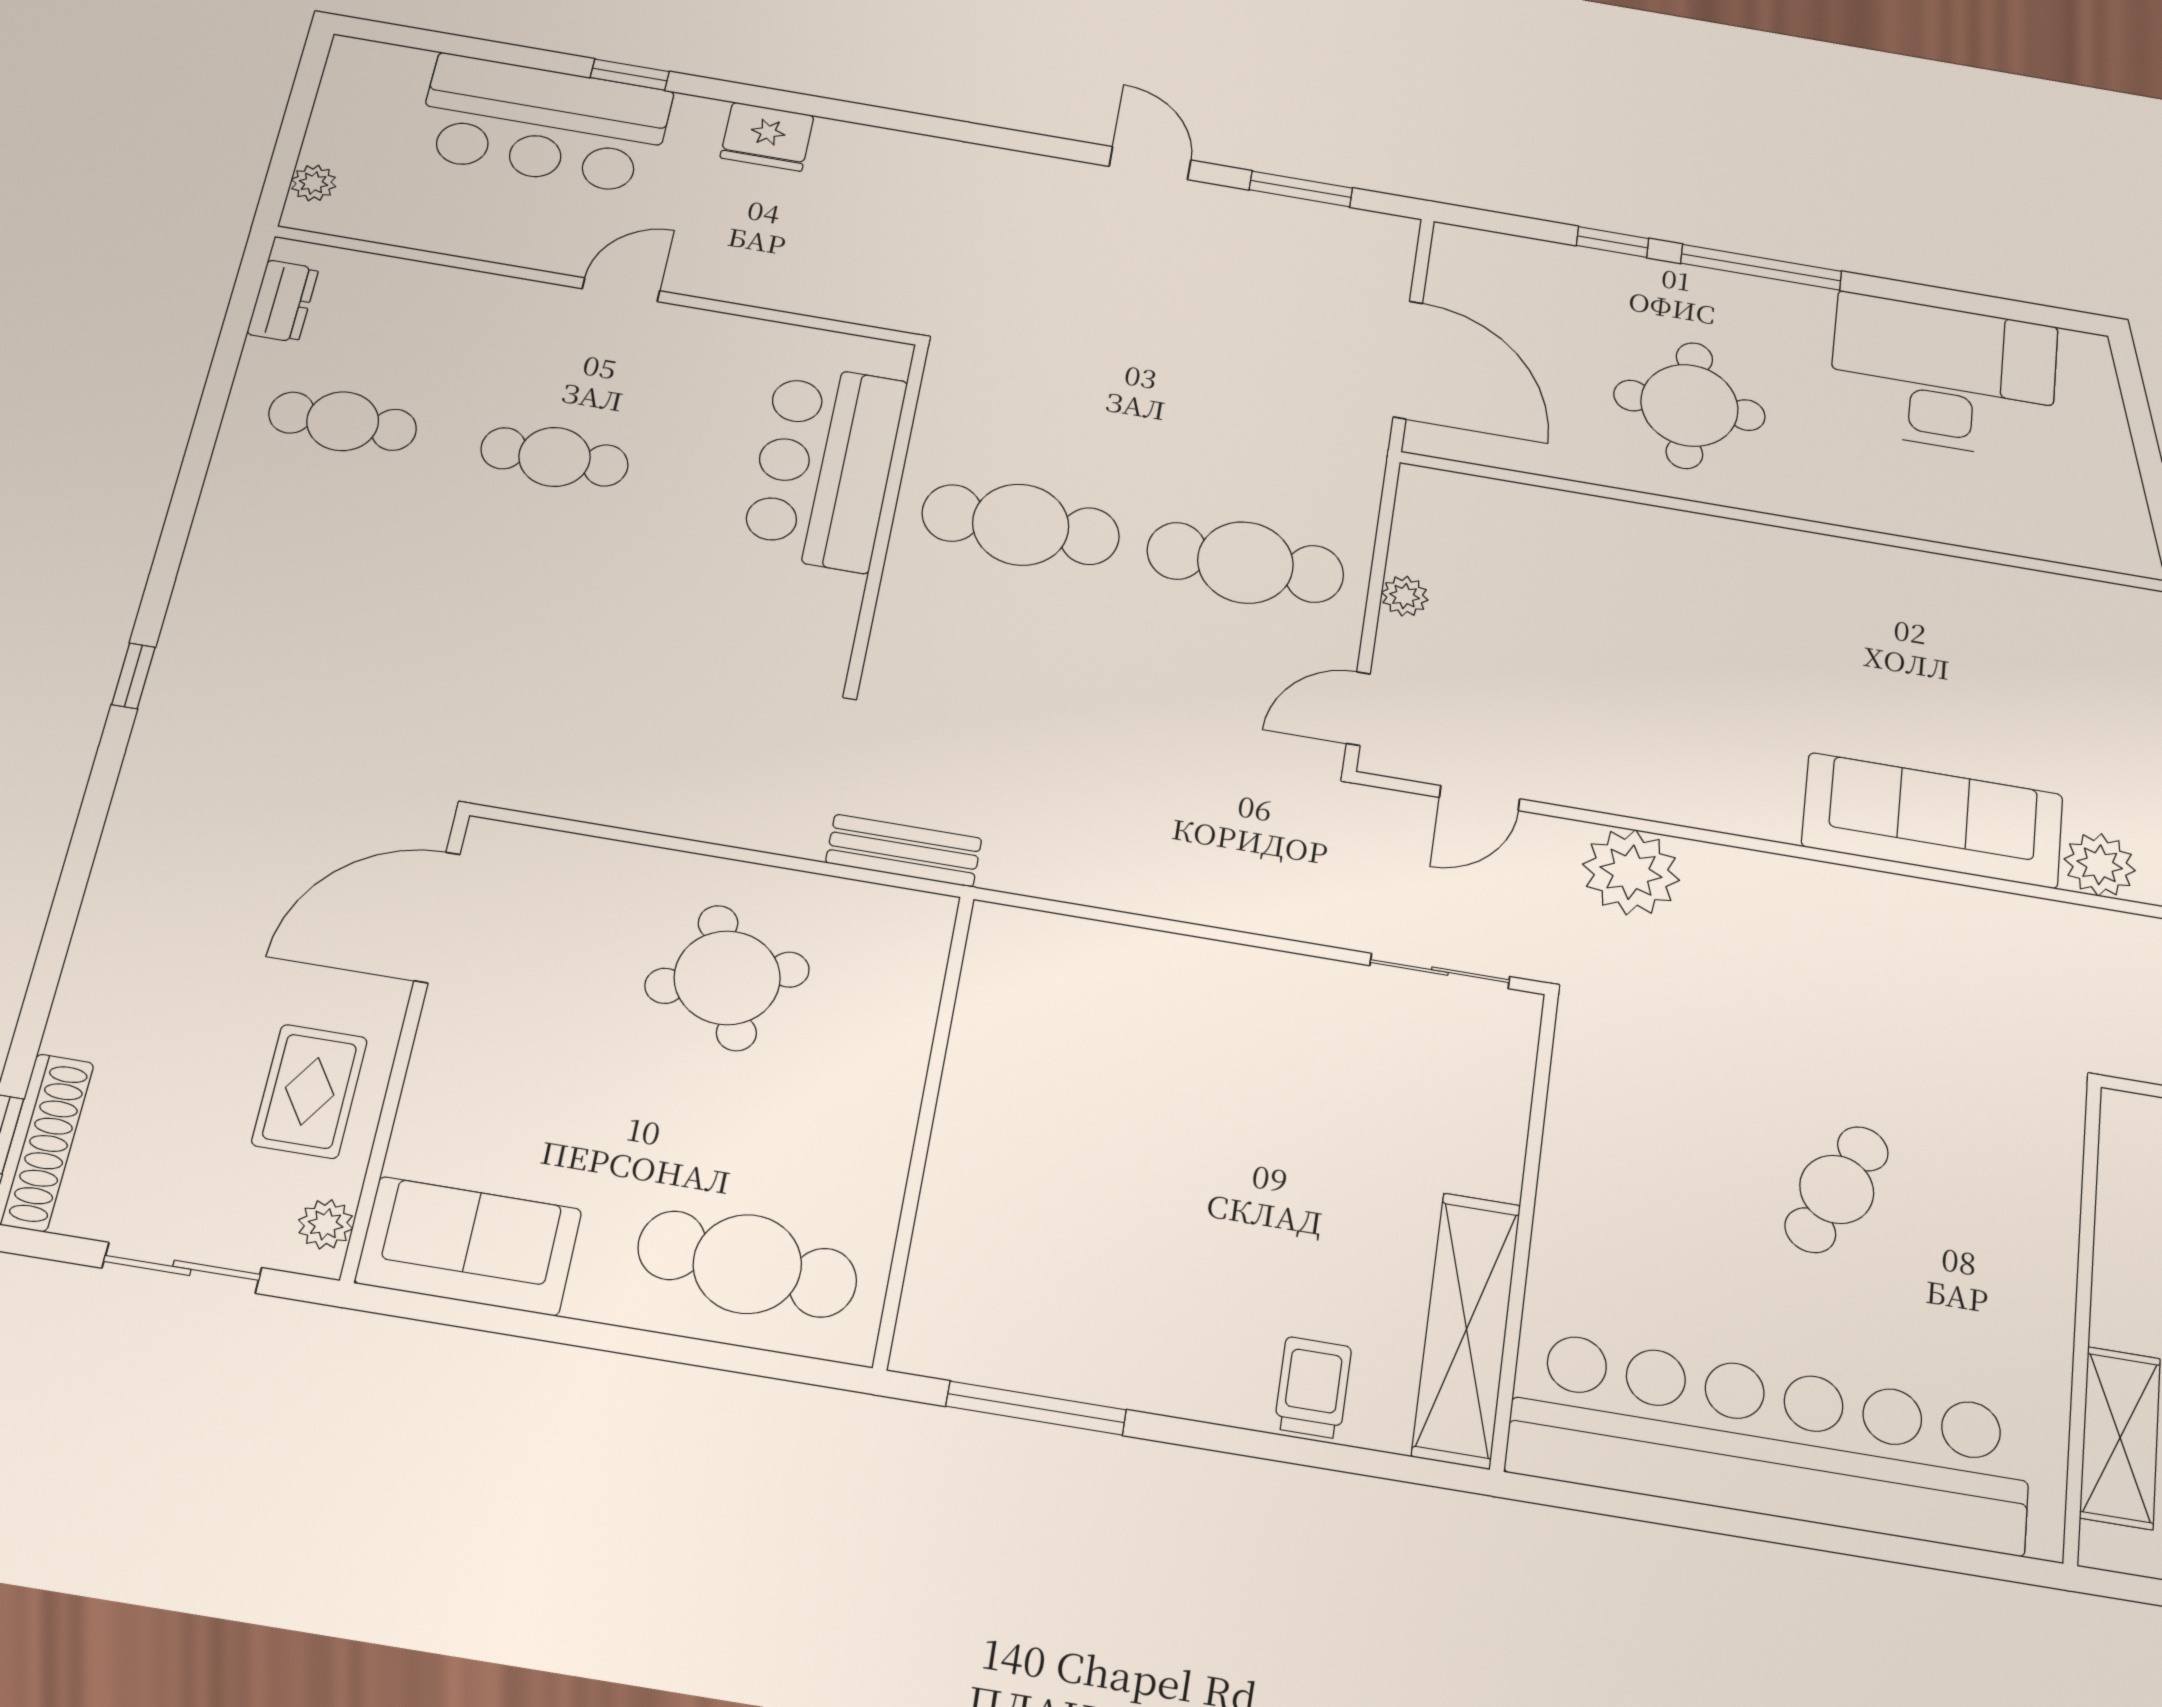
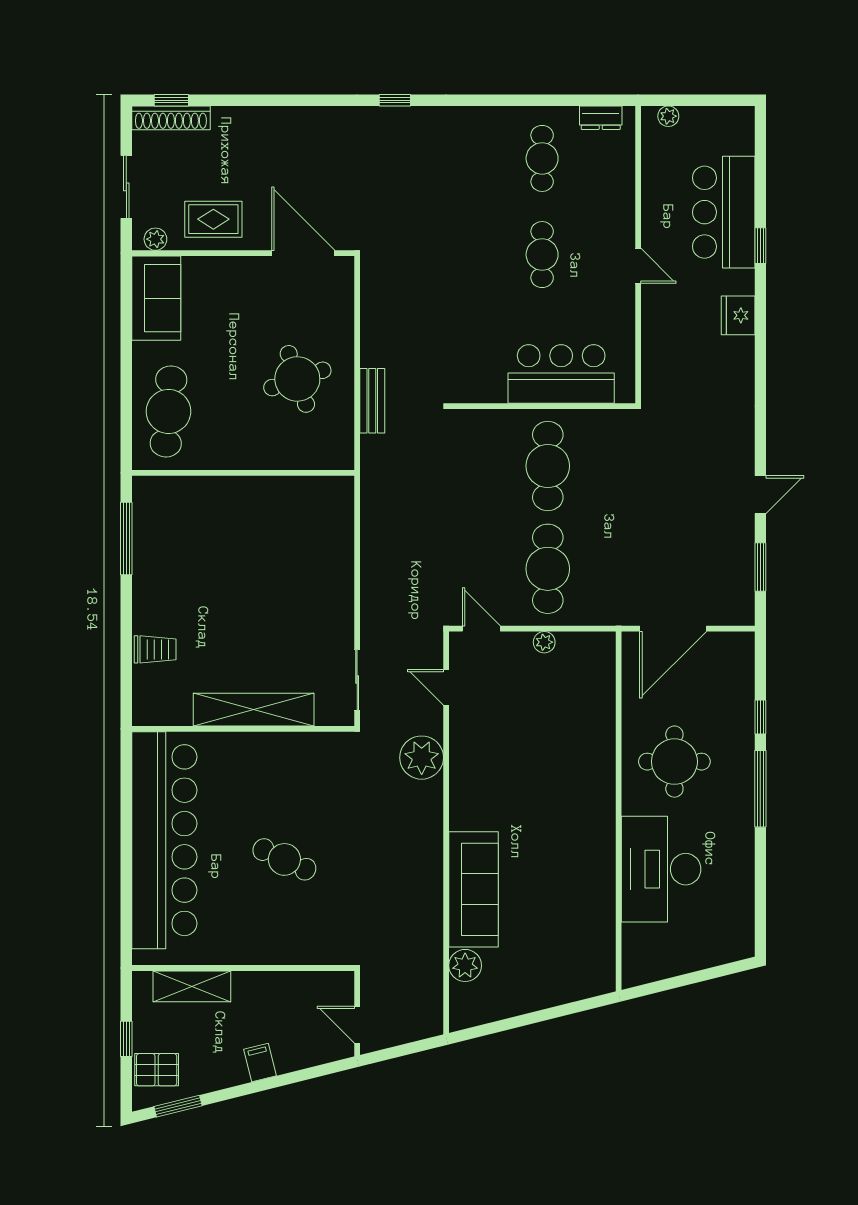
desk: (1943, 377) -> (661, 869), moved, turned 180
bench: (904, 851) -> (372, 401), moved
shelving: (1467, 1329) -> (254, 710), moved

